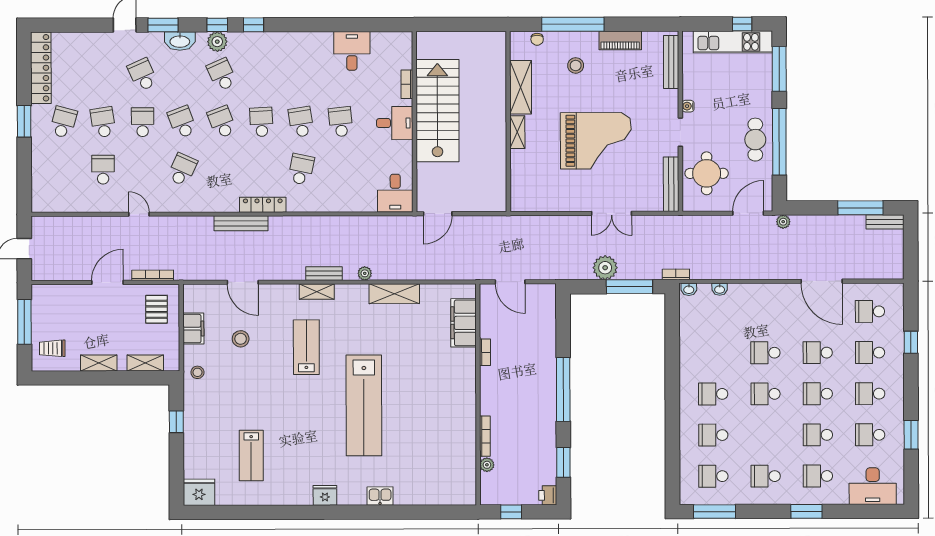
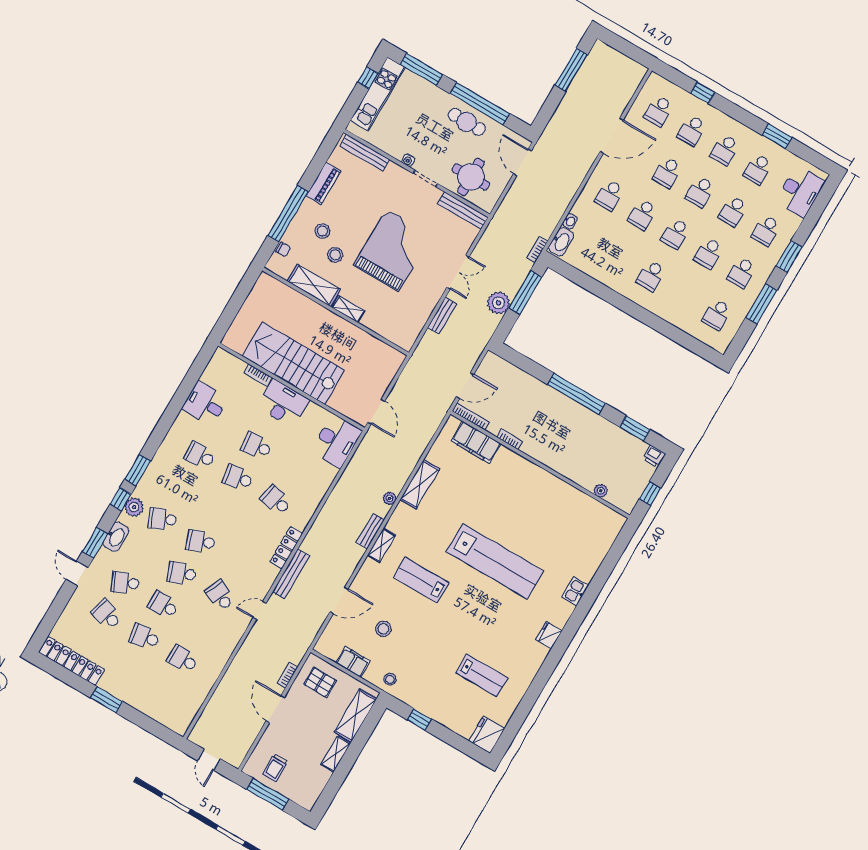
window: (253, 25) -> (138, 470), width x1.50
stool: (560, 90) -> (335, 255), added
school desk: (63, 122) -> (107, 615), moved
school desk: (261, 122) -> (200, 456), moved
desk: (395, 123) -> (283, 403), width x1.37
desk: (395, 193) -> (336, 441), width x1.37
door: (139, 214) -> (260, 610), moved
plant: (783, 222) -> (546, 138), removed
bench: (885, 222) -> (442, 316), moved
bookcase: (153, 275) -> (287, 675), width x0.64
washbasin: (689, 289) -> (561, 242), width x1.91, depth x1.45
school desk: (765, 312) -> (609, 195), added
trolley: (52, 348) -> (275, 768), moved
shelving: (145, 363) -> (356, 715), width x1.50, depth x1.33
school desk: (713, 435) -> (709, 253), moved
bookcase: (485, 436) -> (471, 416), moved
window: (714, 512) -> (761, 304), moved

